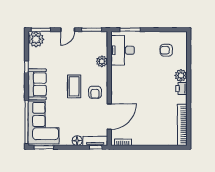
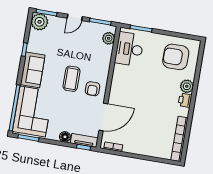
armchair: (166, 50) -> (176, 57), width x1.88, depth x1.88
plant: (102, 61) -> (109, 38), moved

